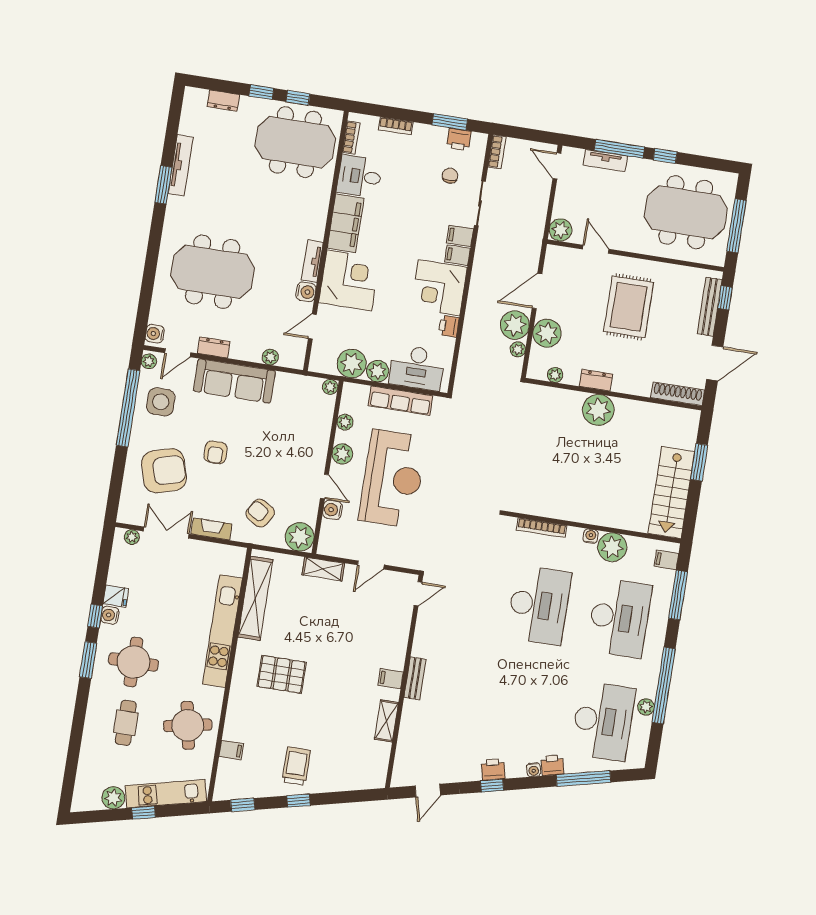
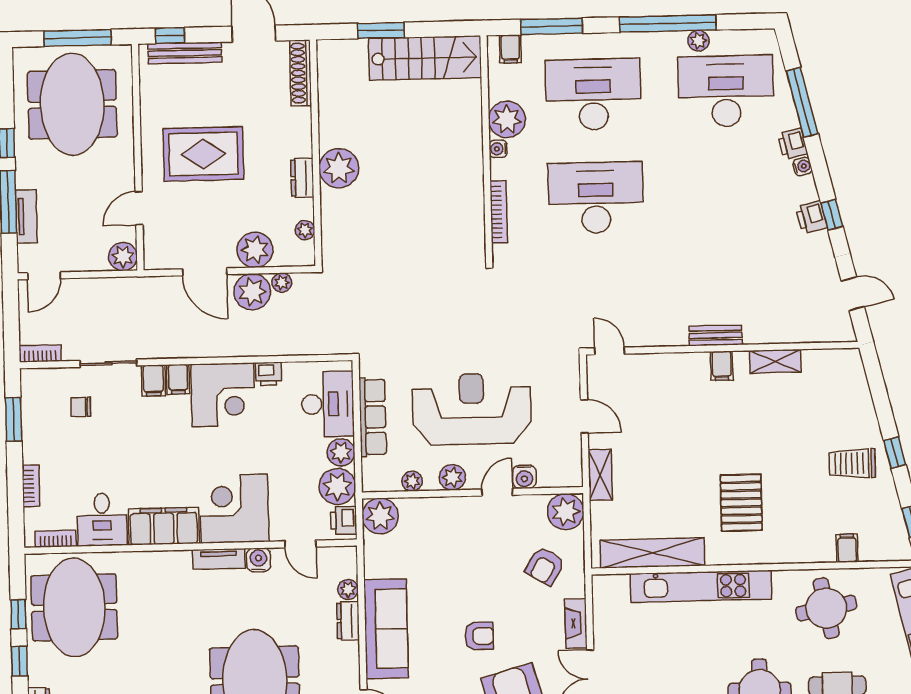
printer: (459, 139) -> (344, 520), moved, turned 180
dresser: (214, 347) -> (348, 621), moved
plant: (330, 387) -> (380, 516), width x1.88, depth x1.88

